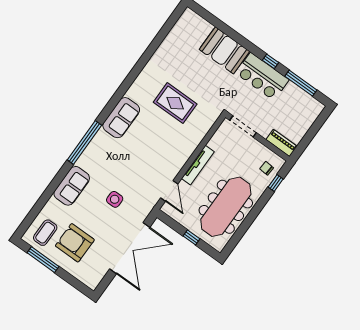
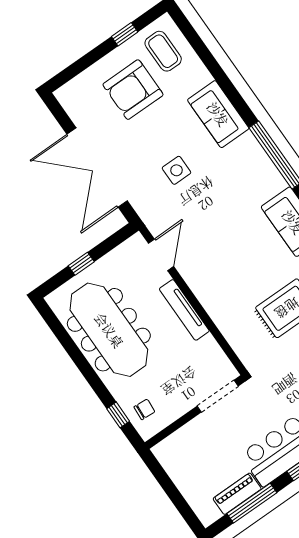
piano: (282, 143) -> (237, 494), moved, turned 180
door: (169, 191) -> (161, 255), swing flipped
armchair: (75, 243) -> (133, 90), turned 180
window: (43, 260) -> (125, 34), width x0.46

